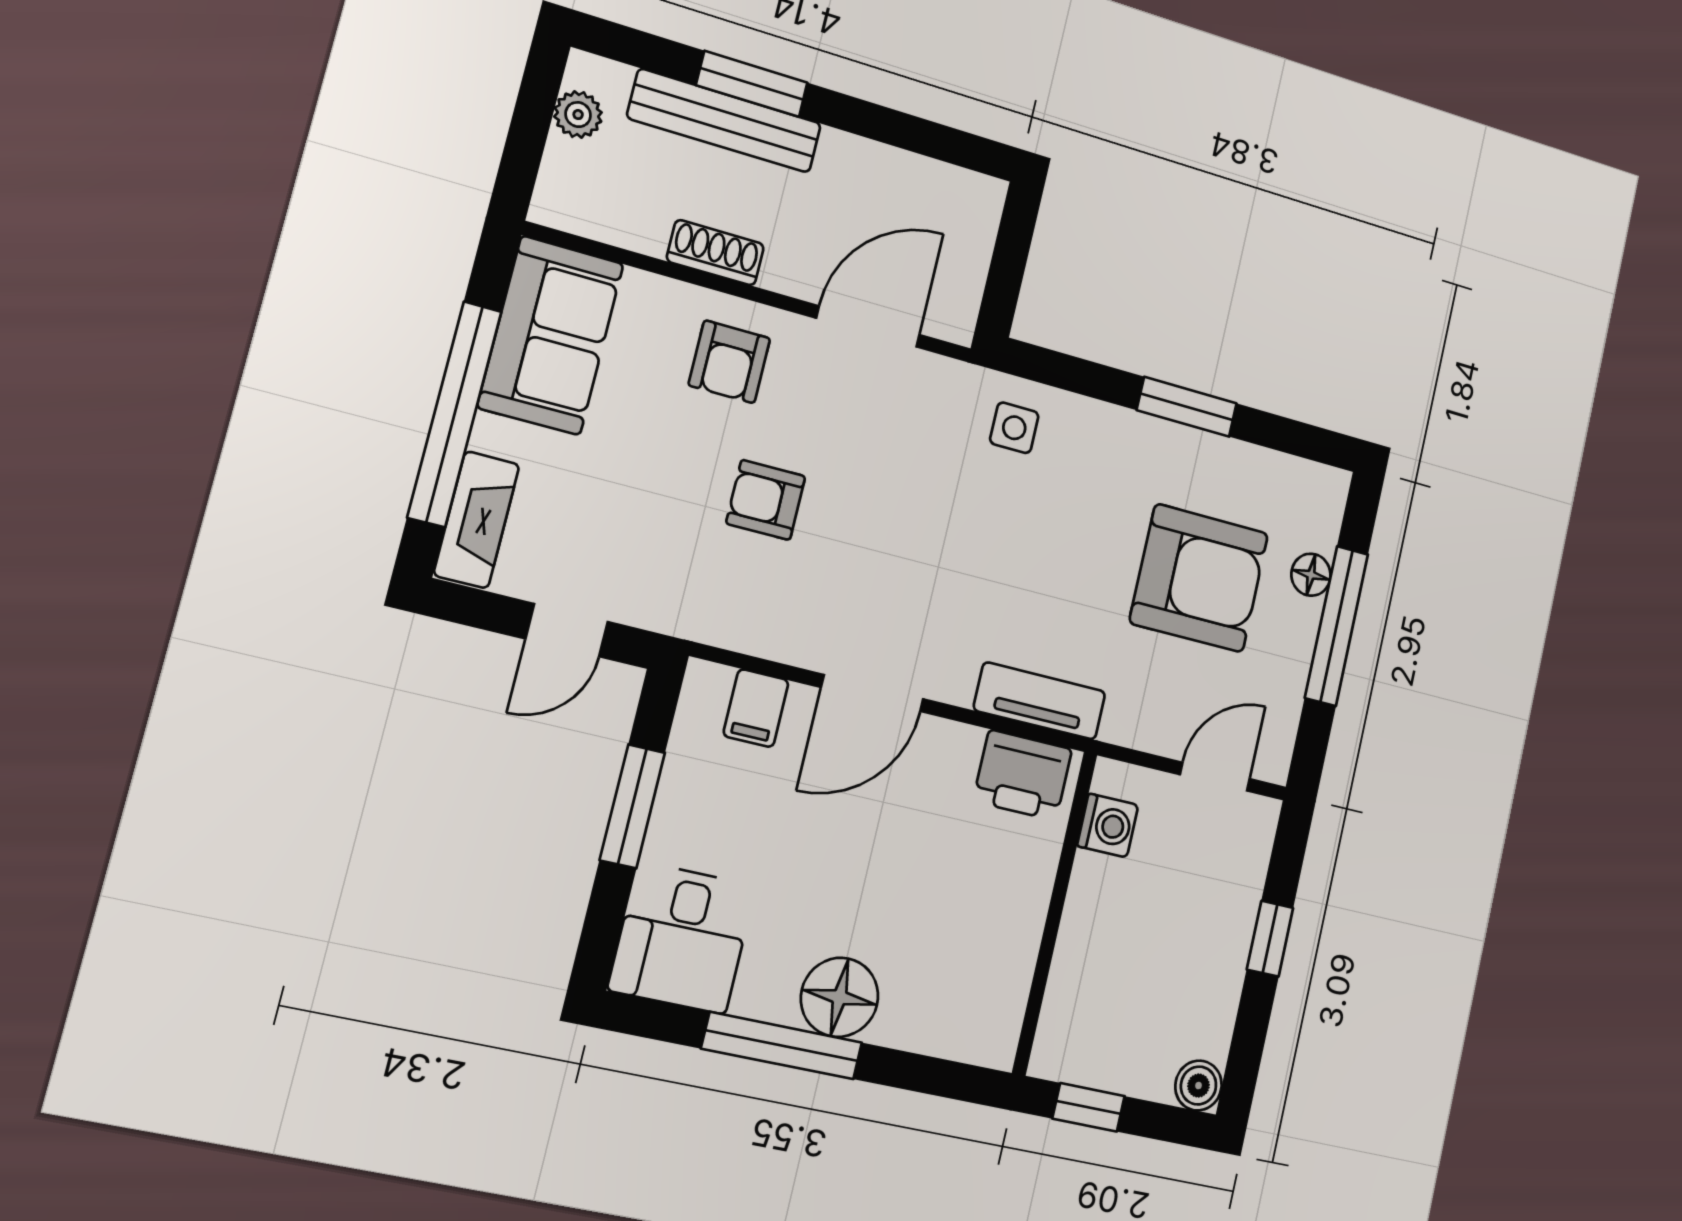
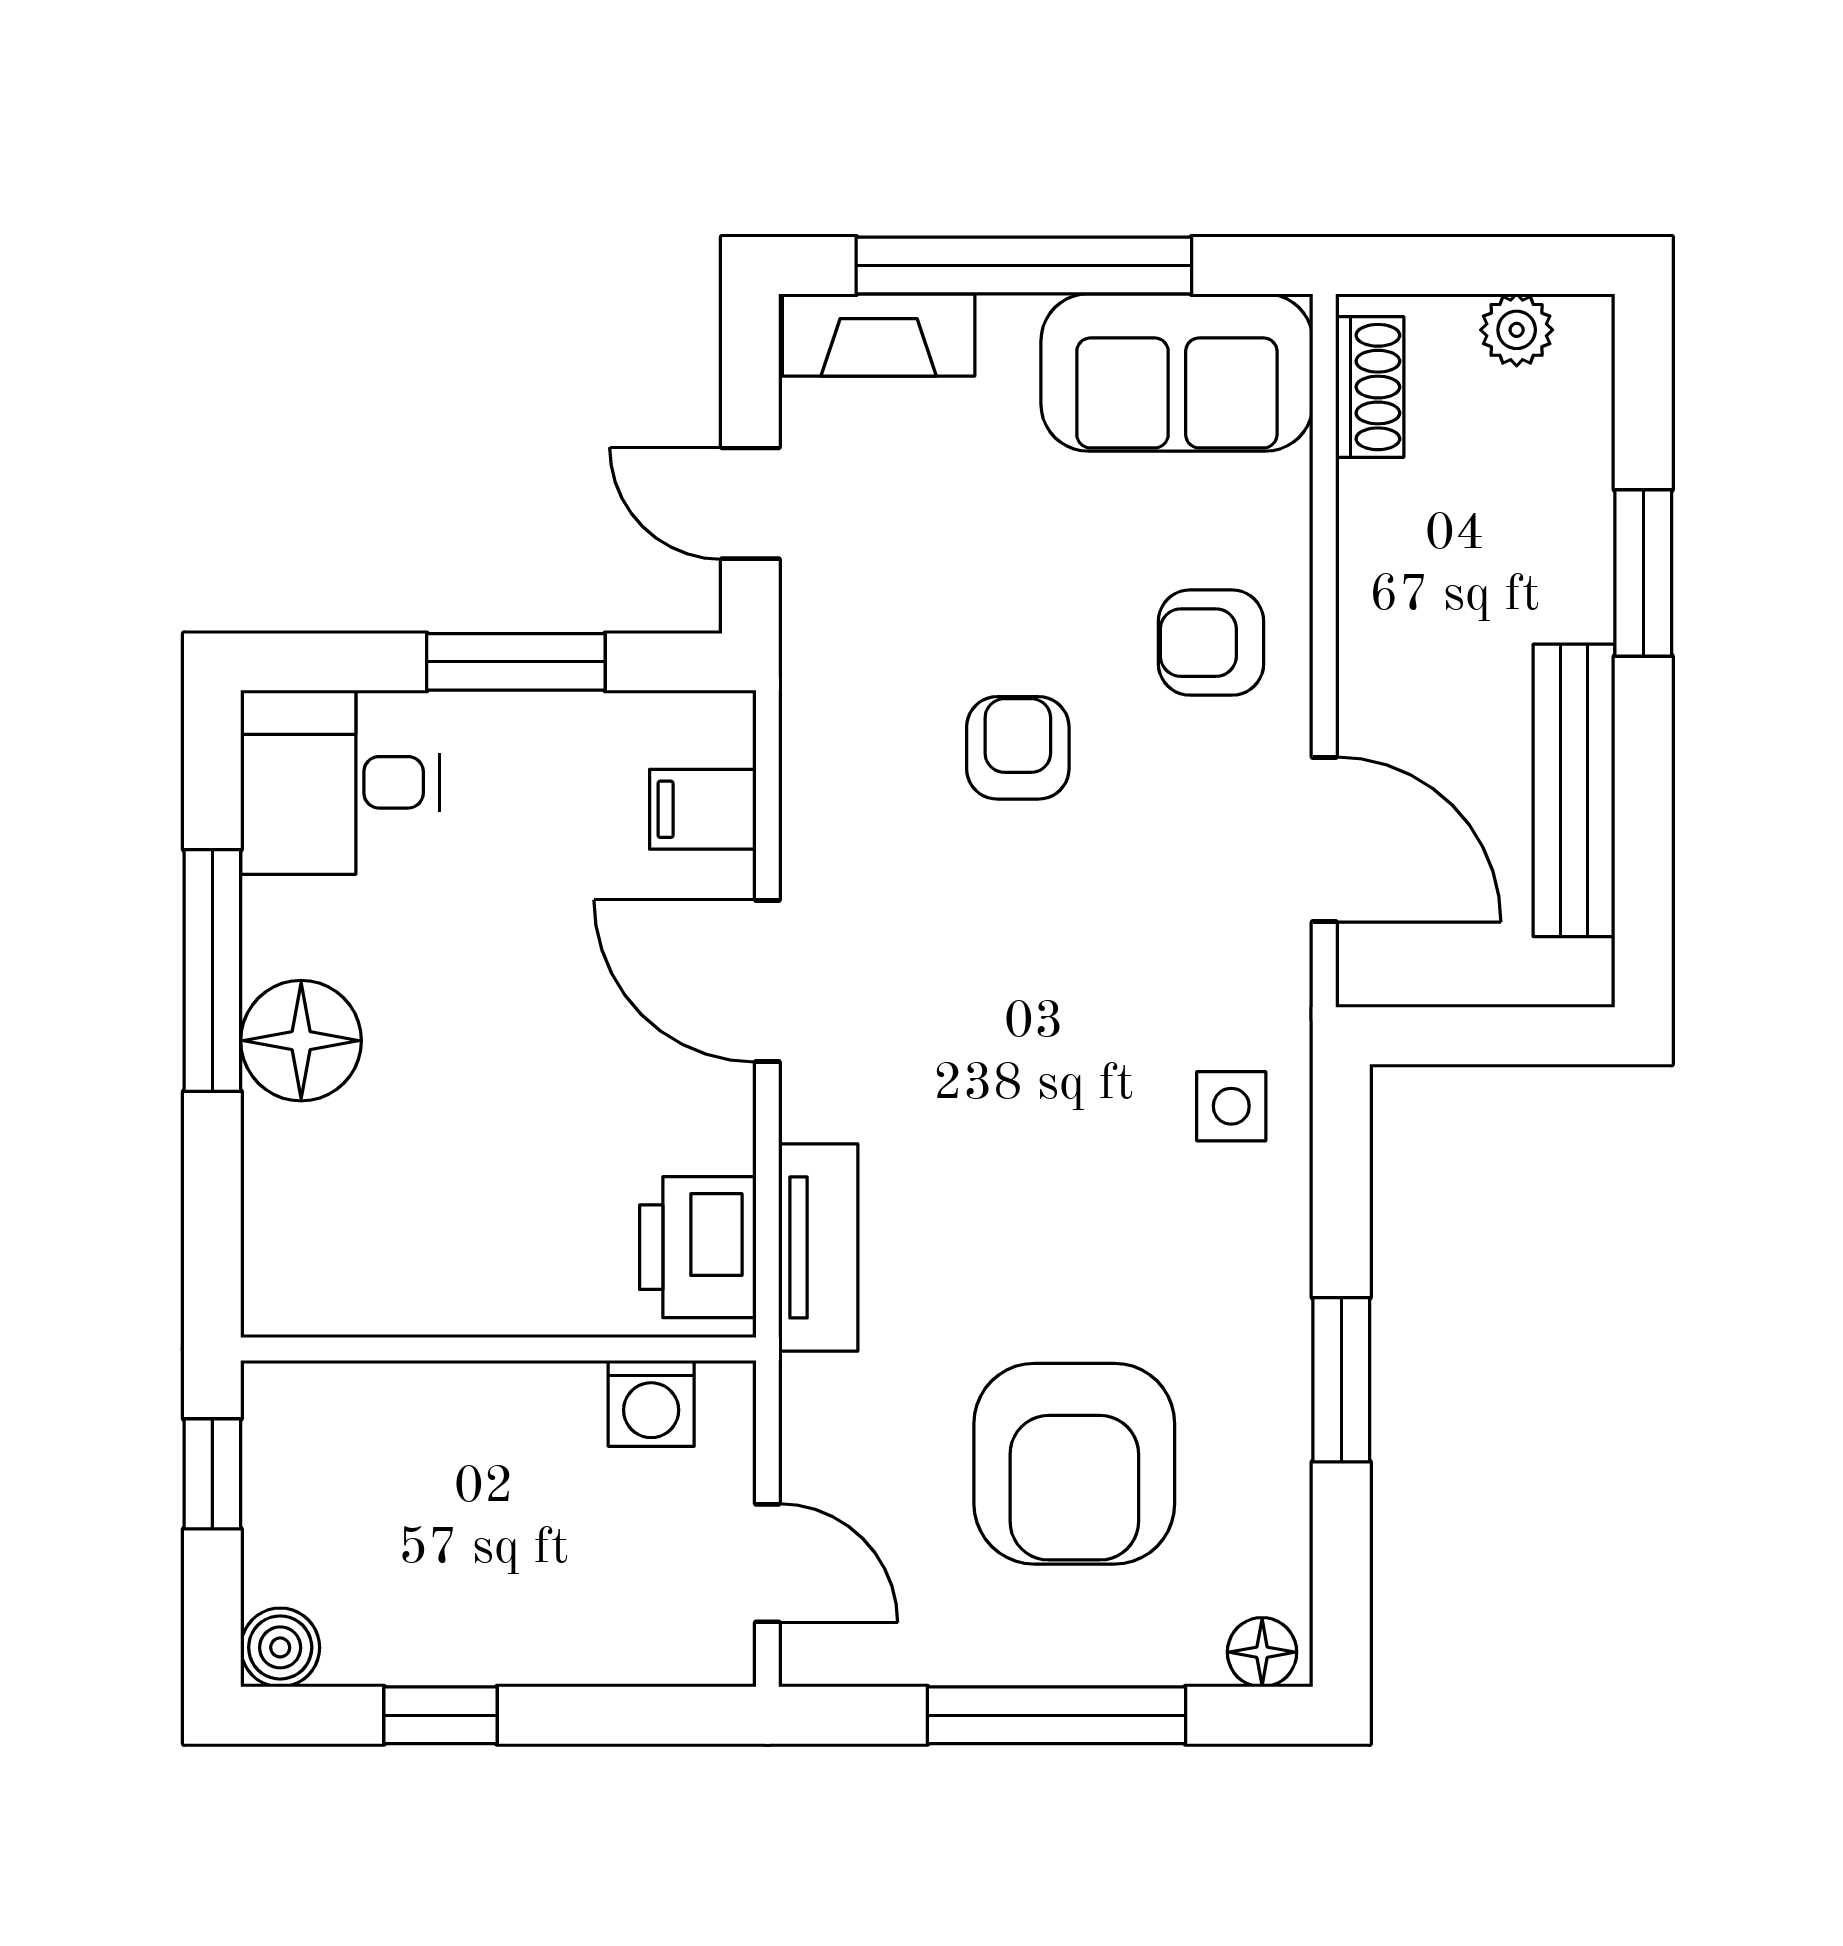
bench: (725, 121) -> (1574, 790), moved
shoe rack: (715, 253) -> (1370, 387), moved
floor lamp: (1311, 575) -> (1262, 1652), moved
window: (1270, 939) -> (440, 1715), moved

